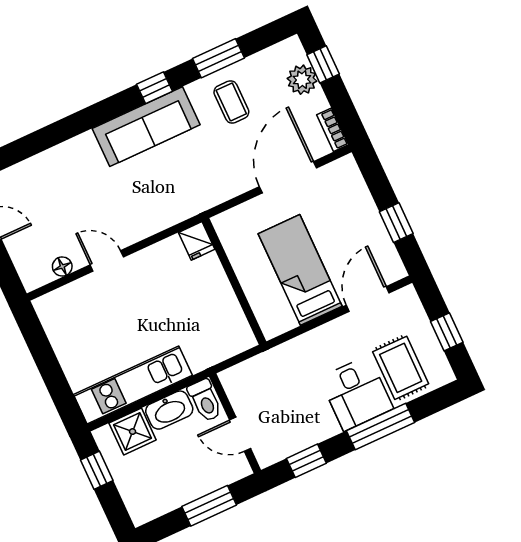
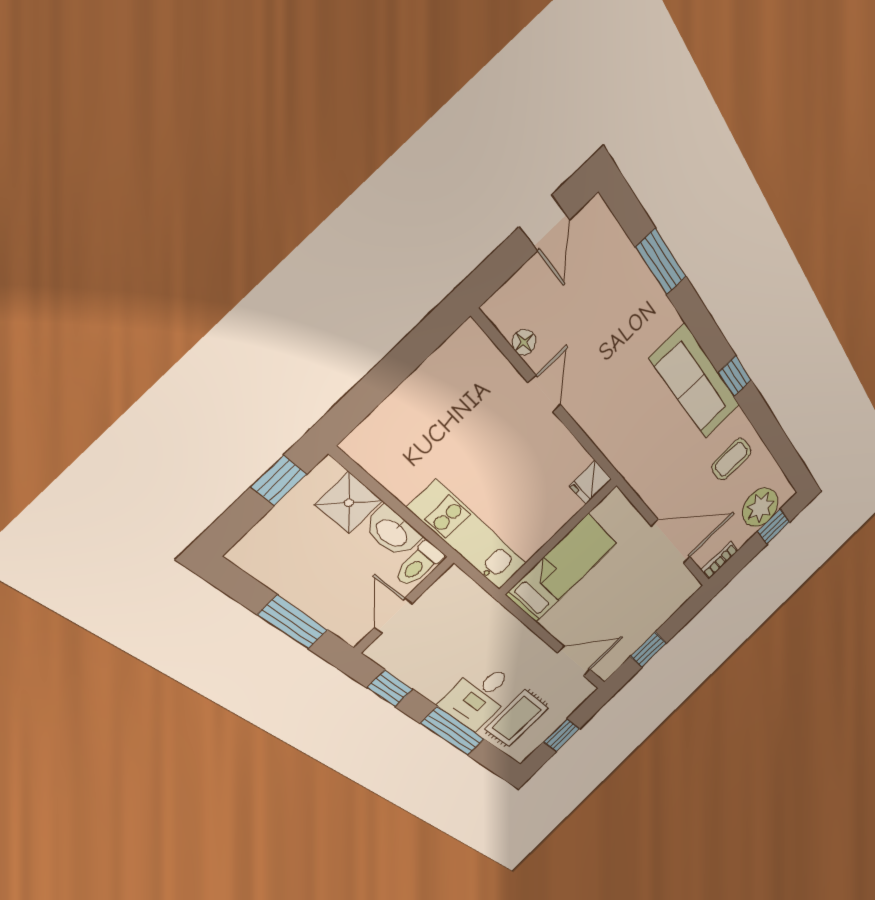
window: (218, 58) -> (661, 262), moved
plant: (302, 80) -> (760, 507), width x1.36, depth x1.36
bed: (300, 270) -> (562, 569), moved
kitchen unit: (133, 385) -> (469, 537), moved

